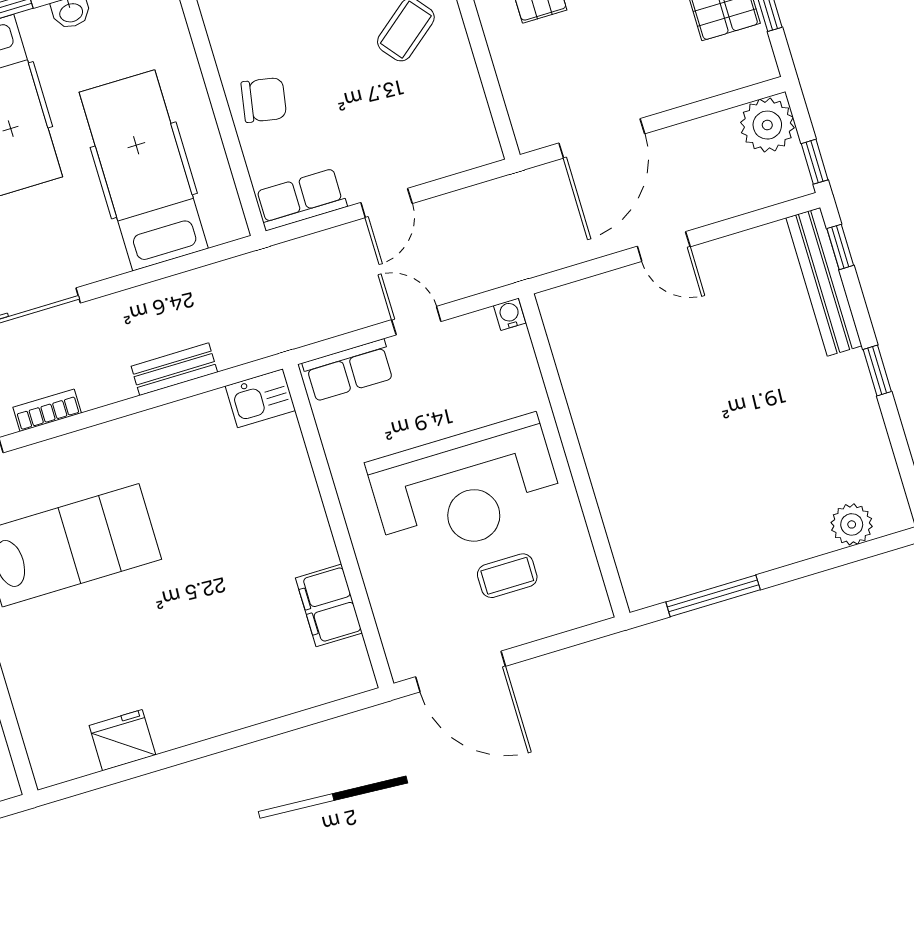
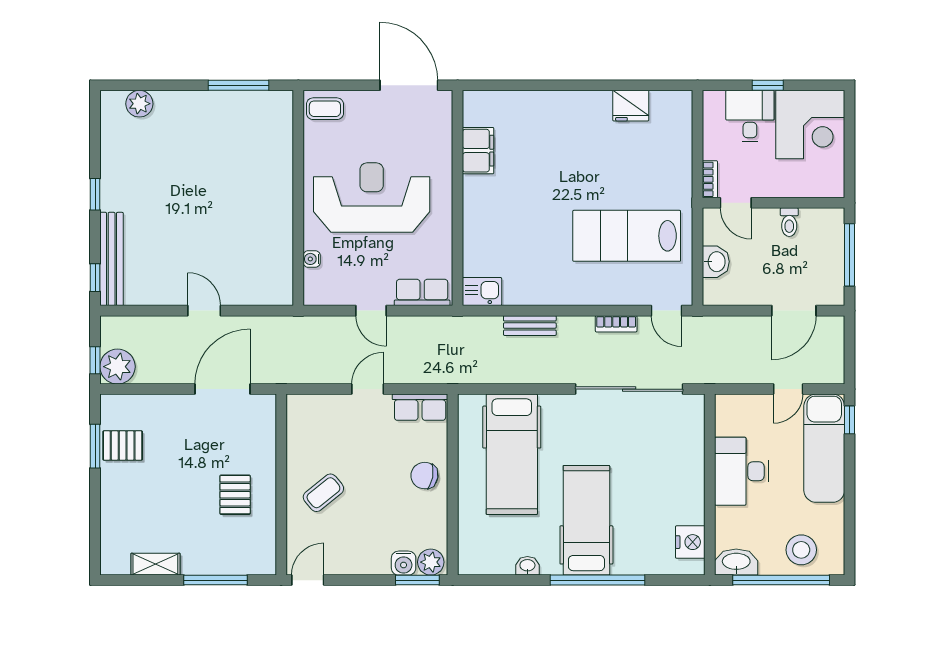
window: (815, 162) -> (95, 360), moved
water cooler: (510, 314) -> (312, 259), moved, turned 90
coffee table: (507, 576) -> (325, 109), moved

